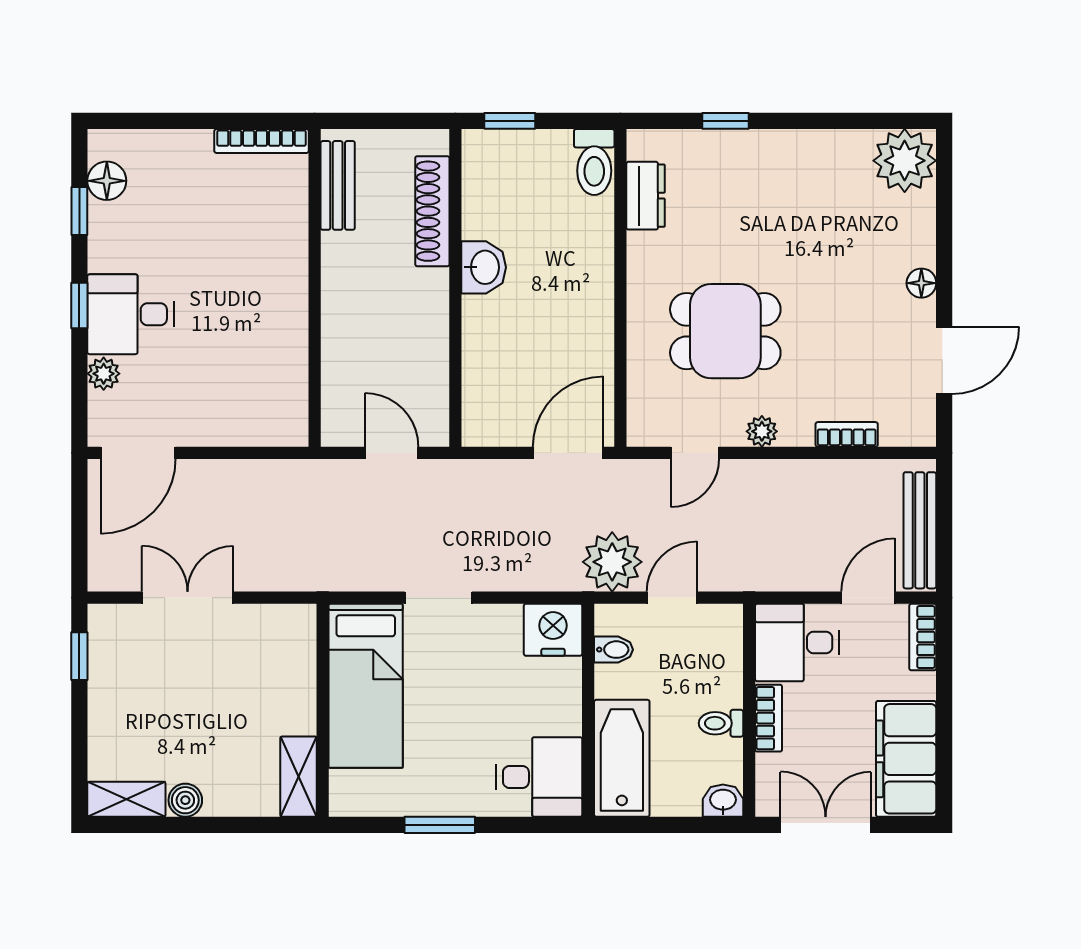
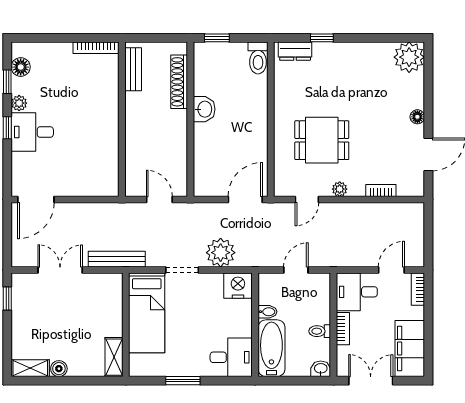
dresser: (646, 196) -> (295, 51), moved, turned 90
plant: (104, 374) -> (19, 103), moved
bench: (920, 530) -> (117, 259), moved, turned 90
plant: (612, 562) -> (221, 253), moved
bidet: (614, 650) -> (267, 312), moved

